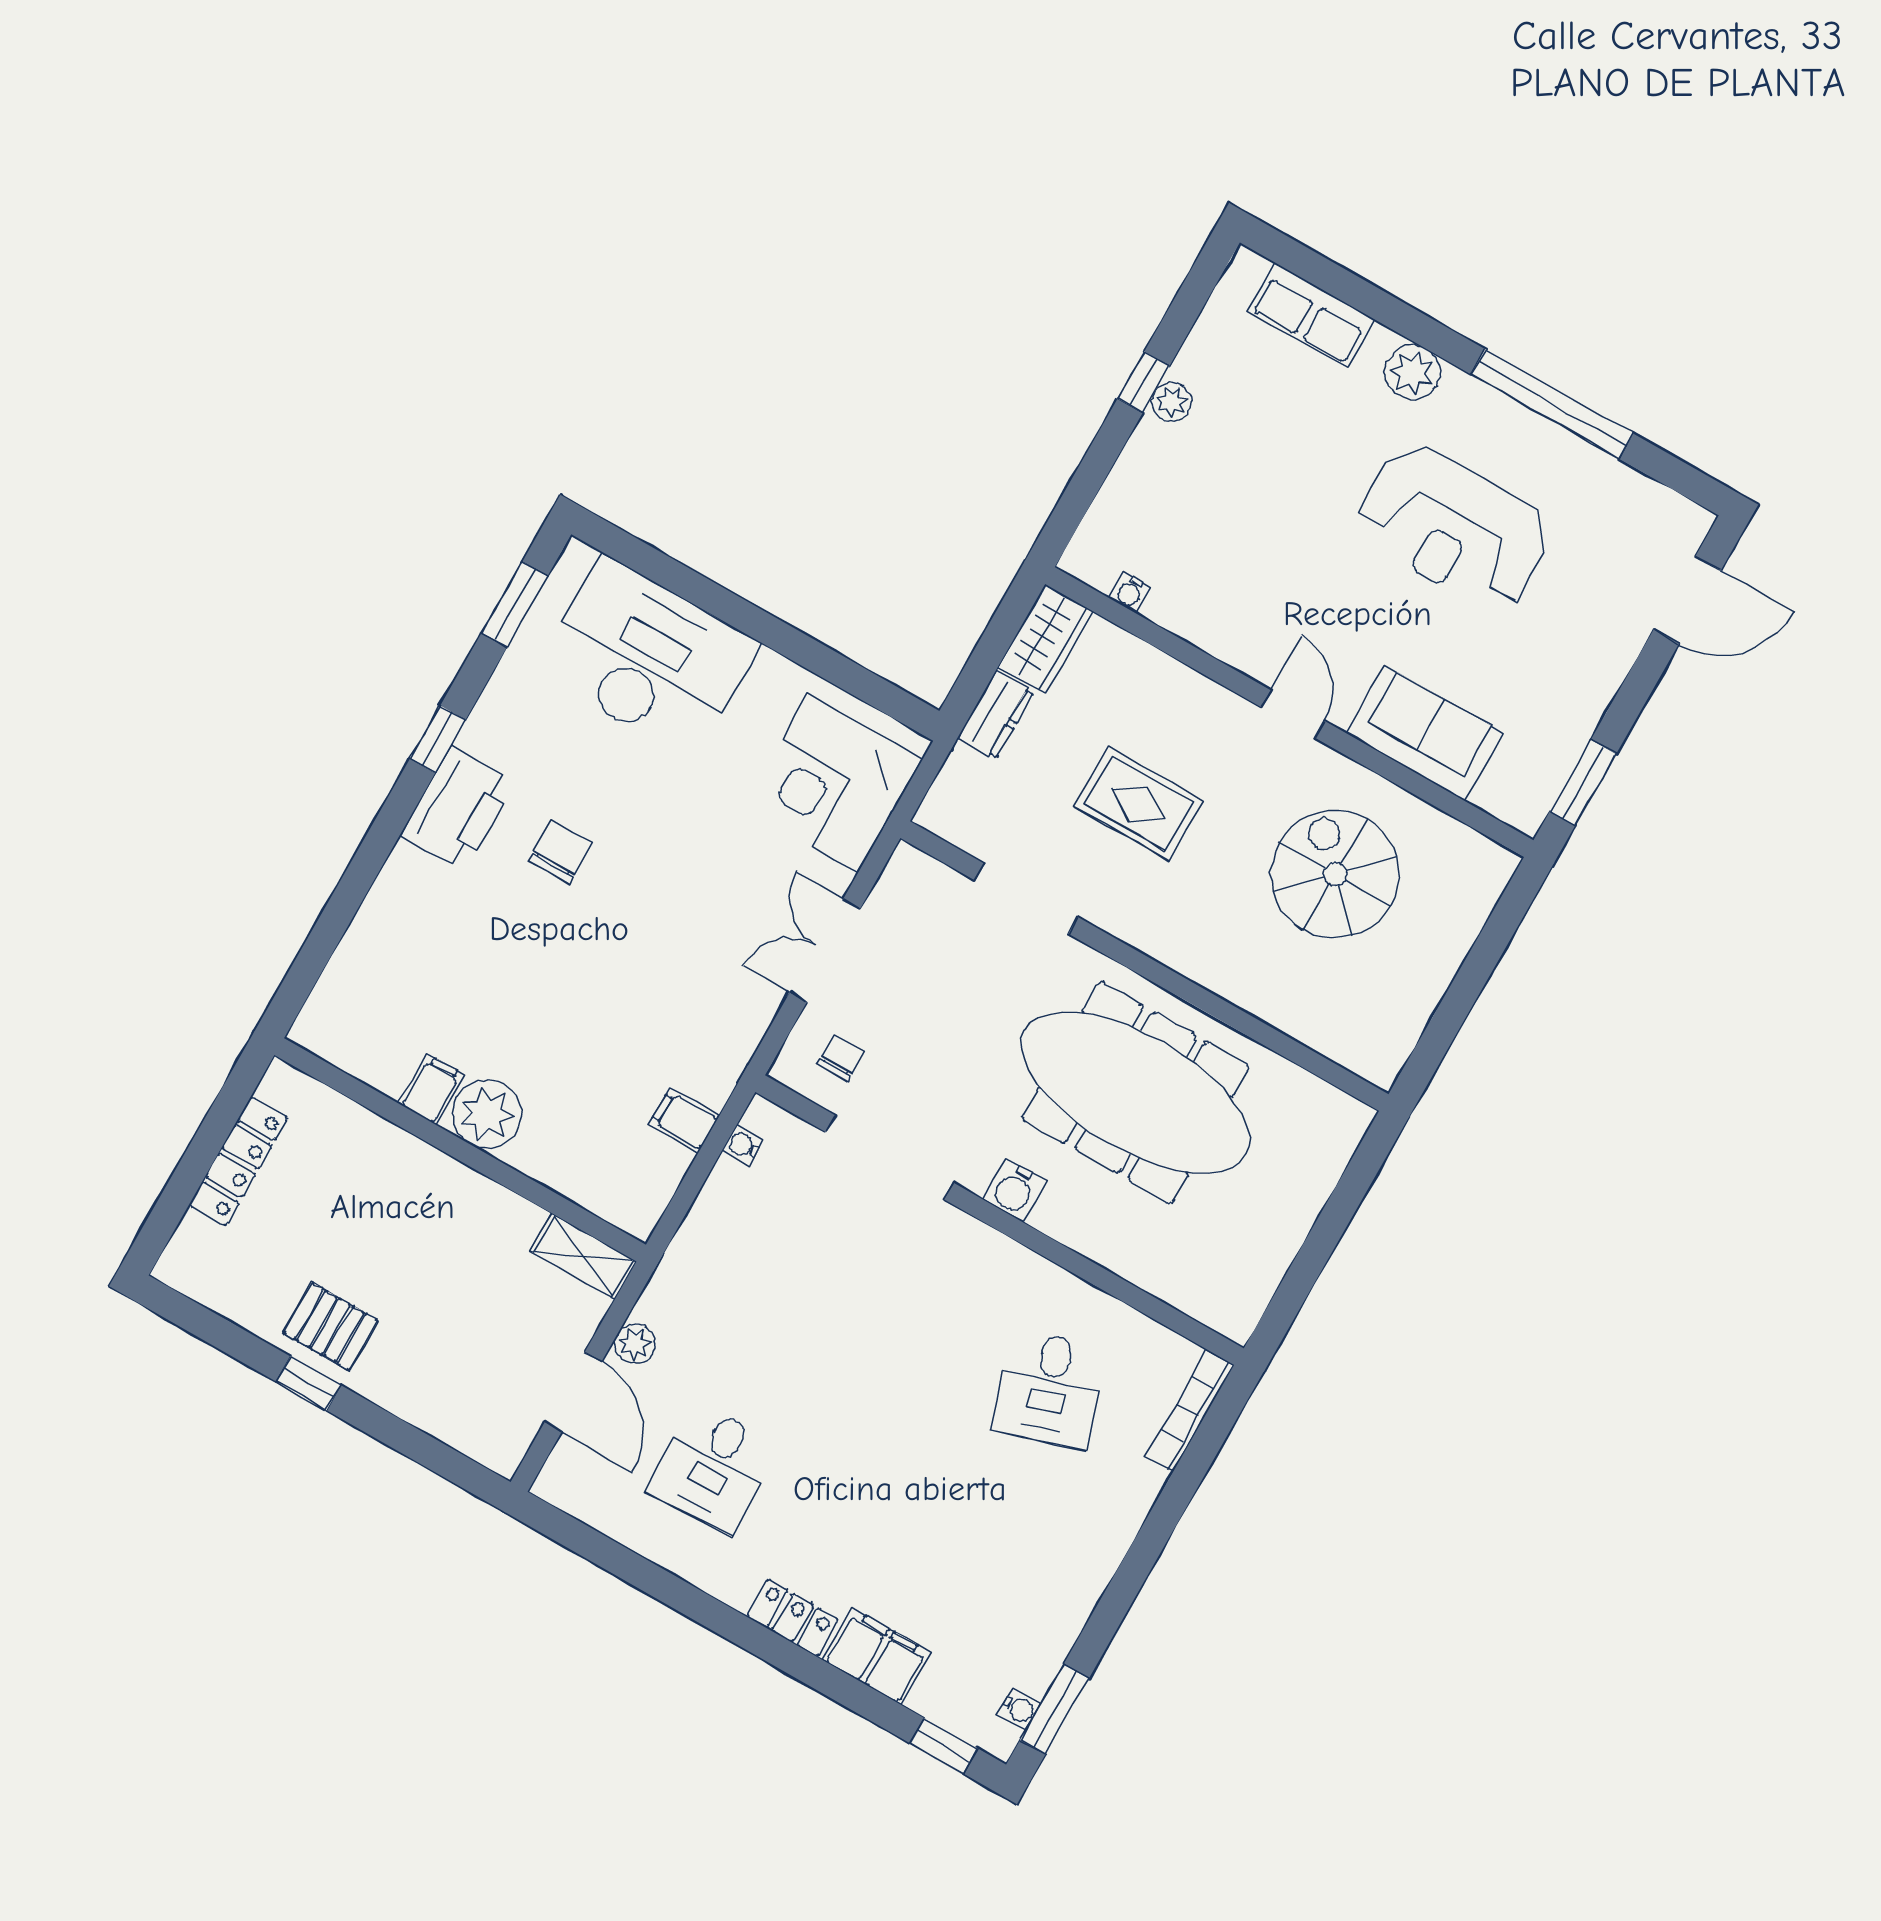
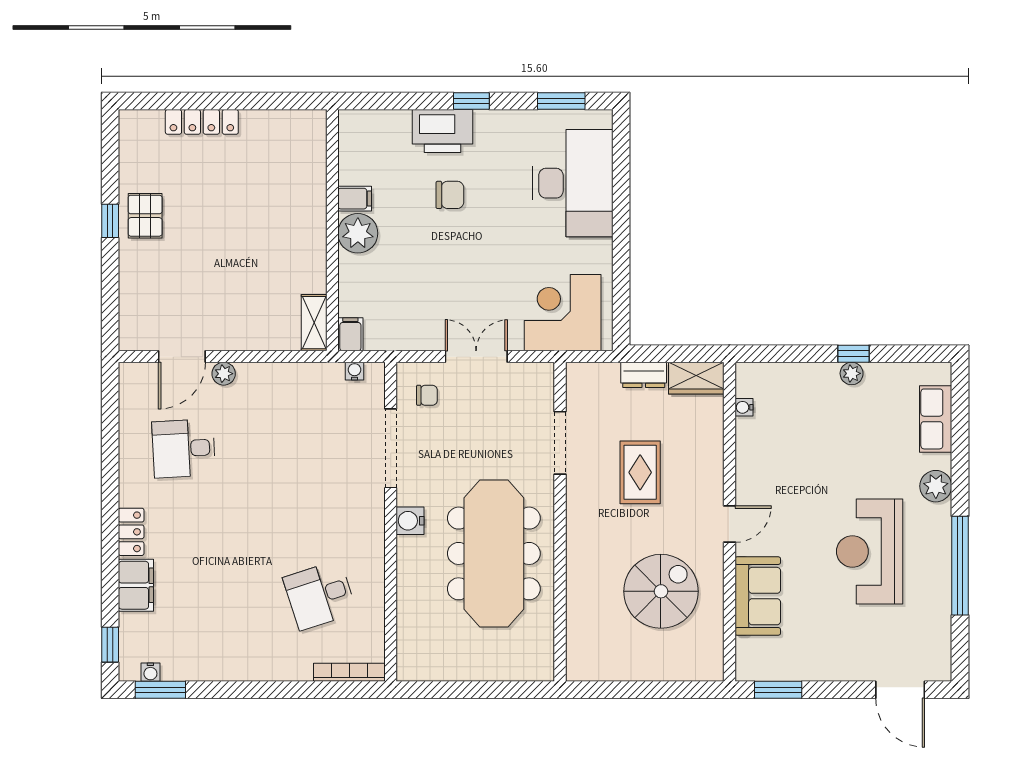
filing cabinet: (432, 1089) -> (355, 199), moved
plant: (487, 1114) -> (358, 233), moved
wall: (460, 1150) -> (332, 230), moved
shelving: (583, 1256) -> (314, 323), moved

